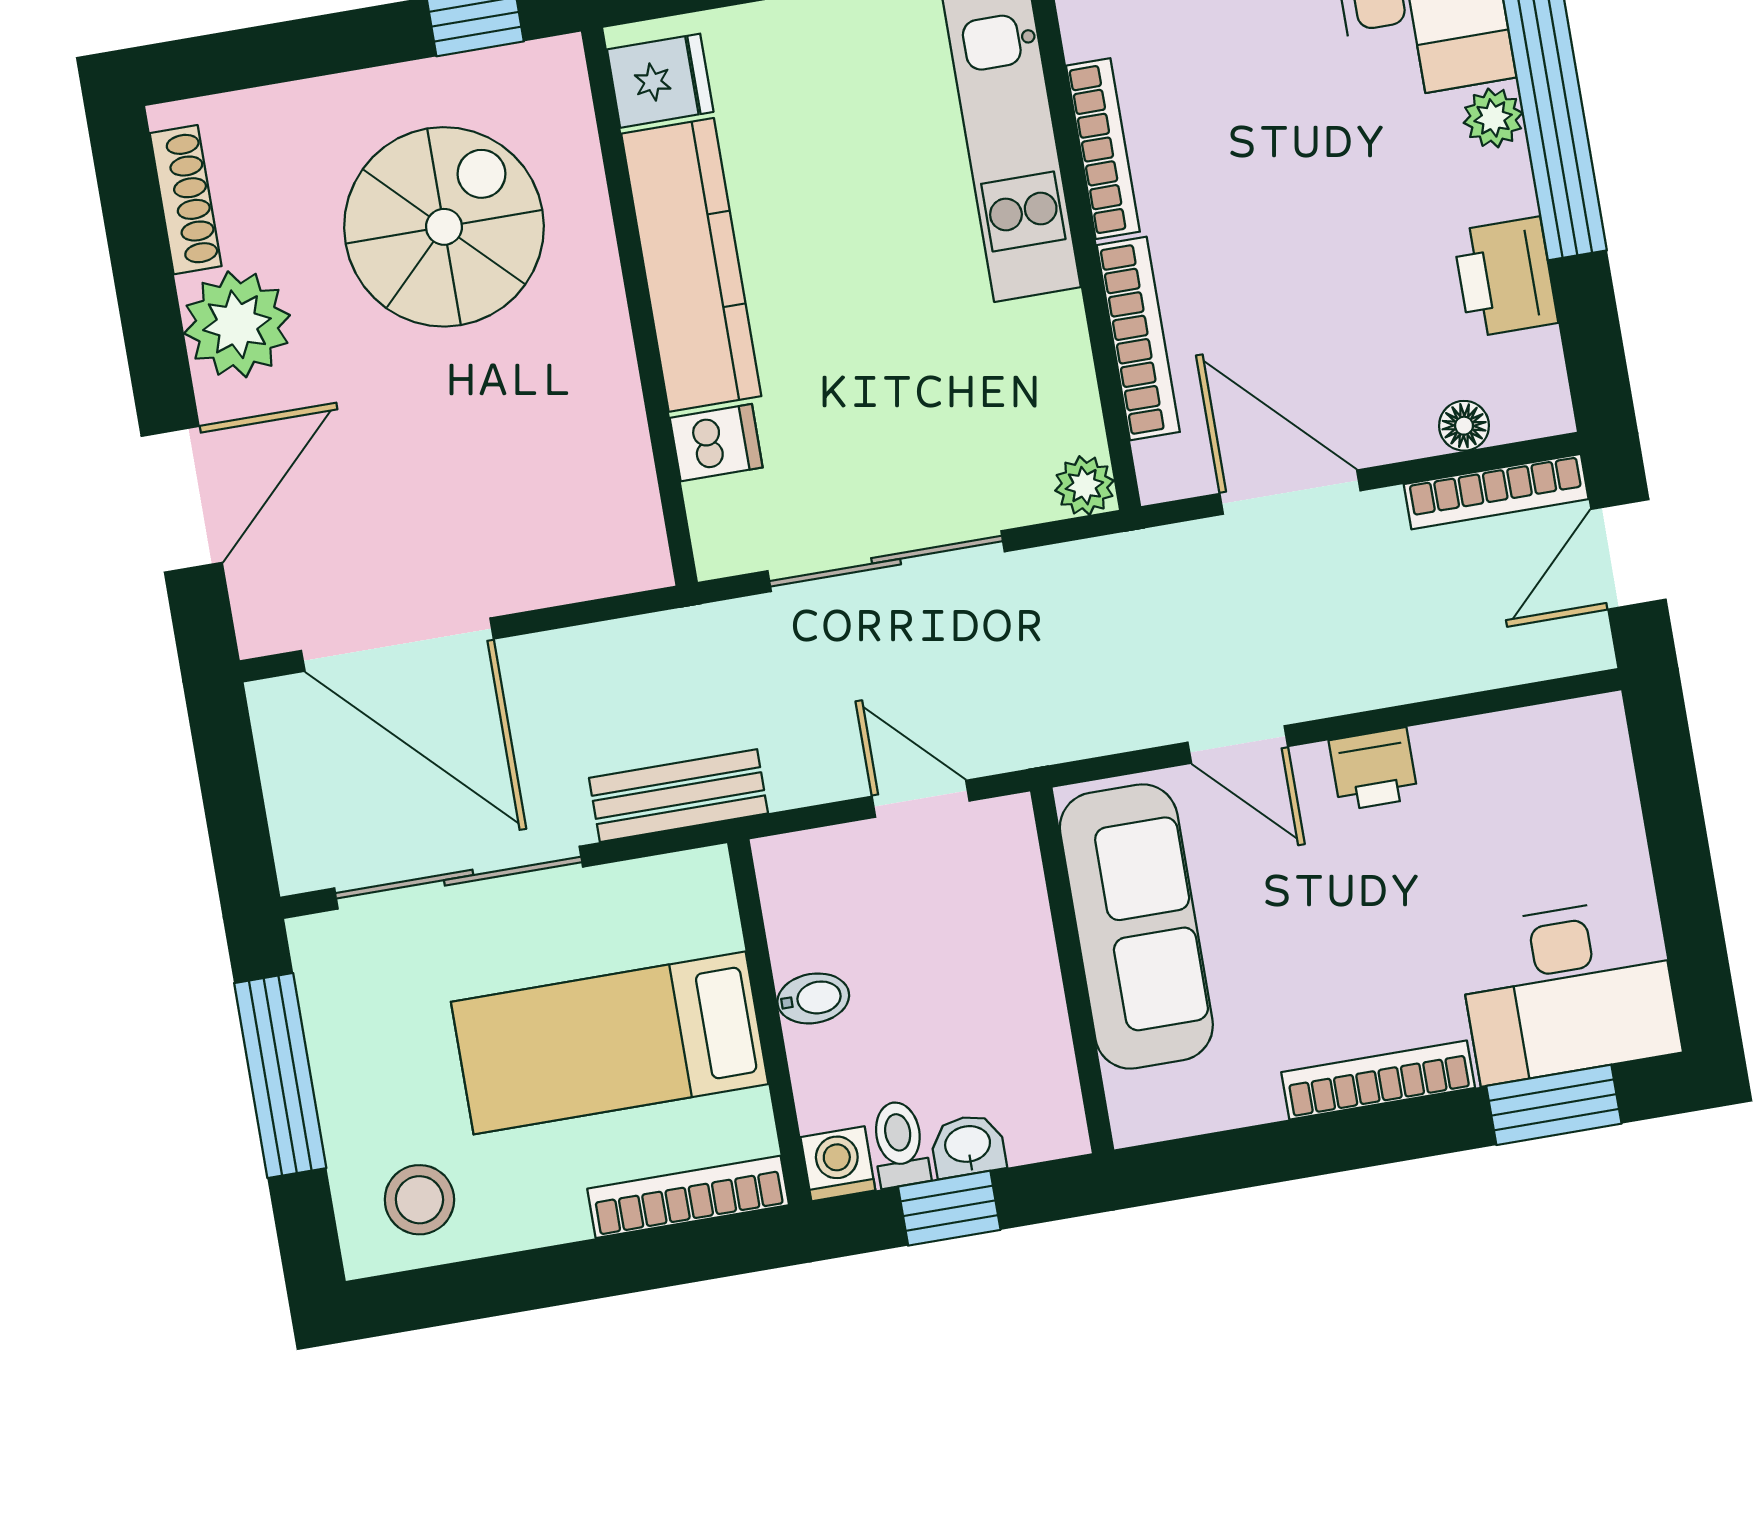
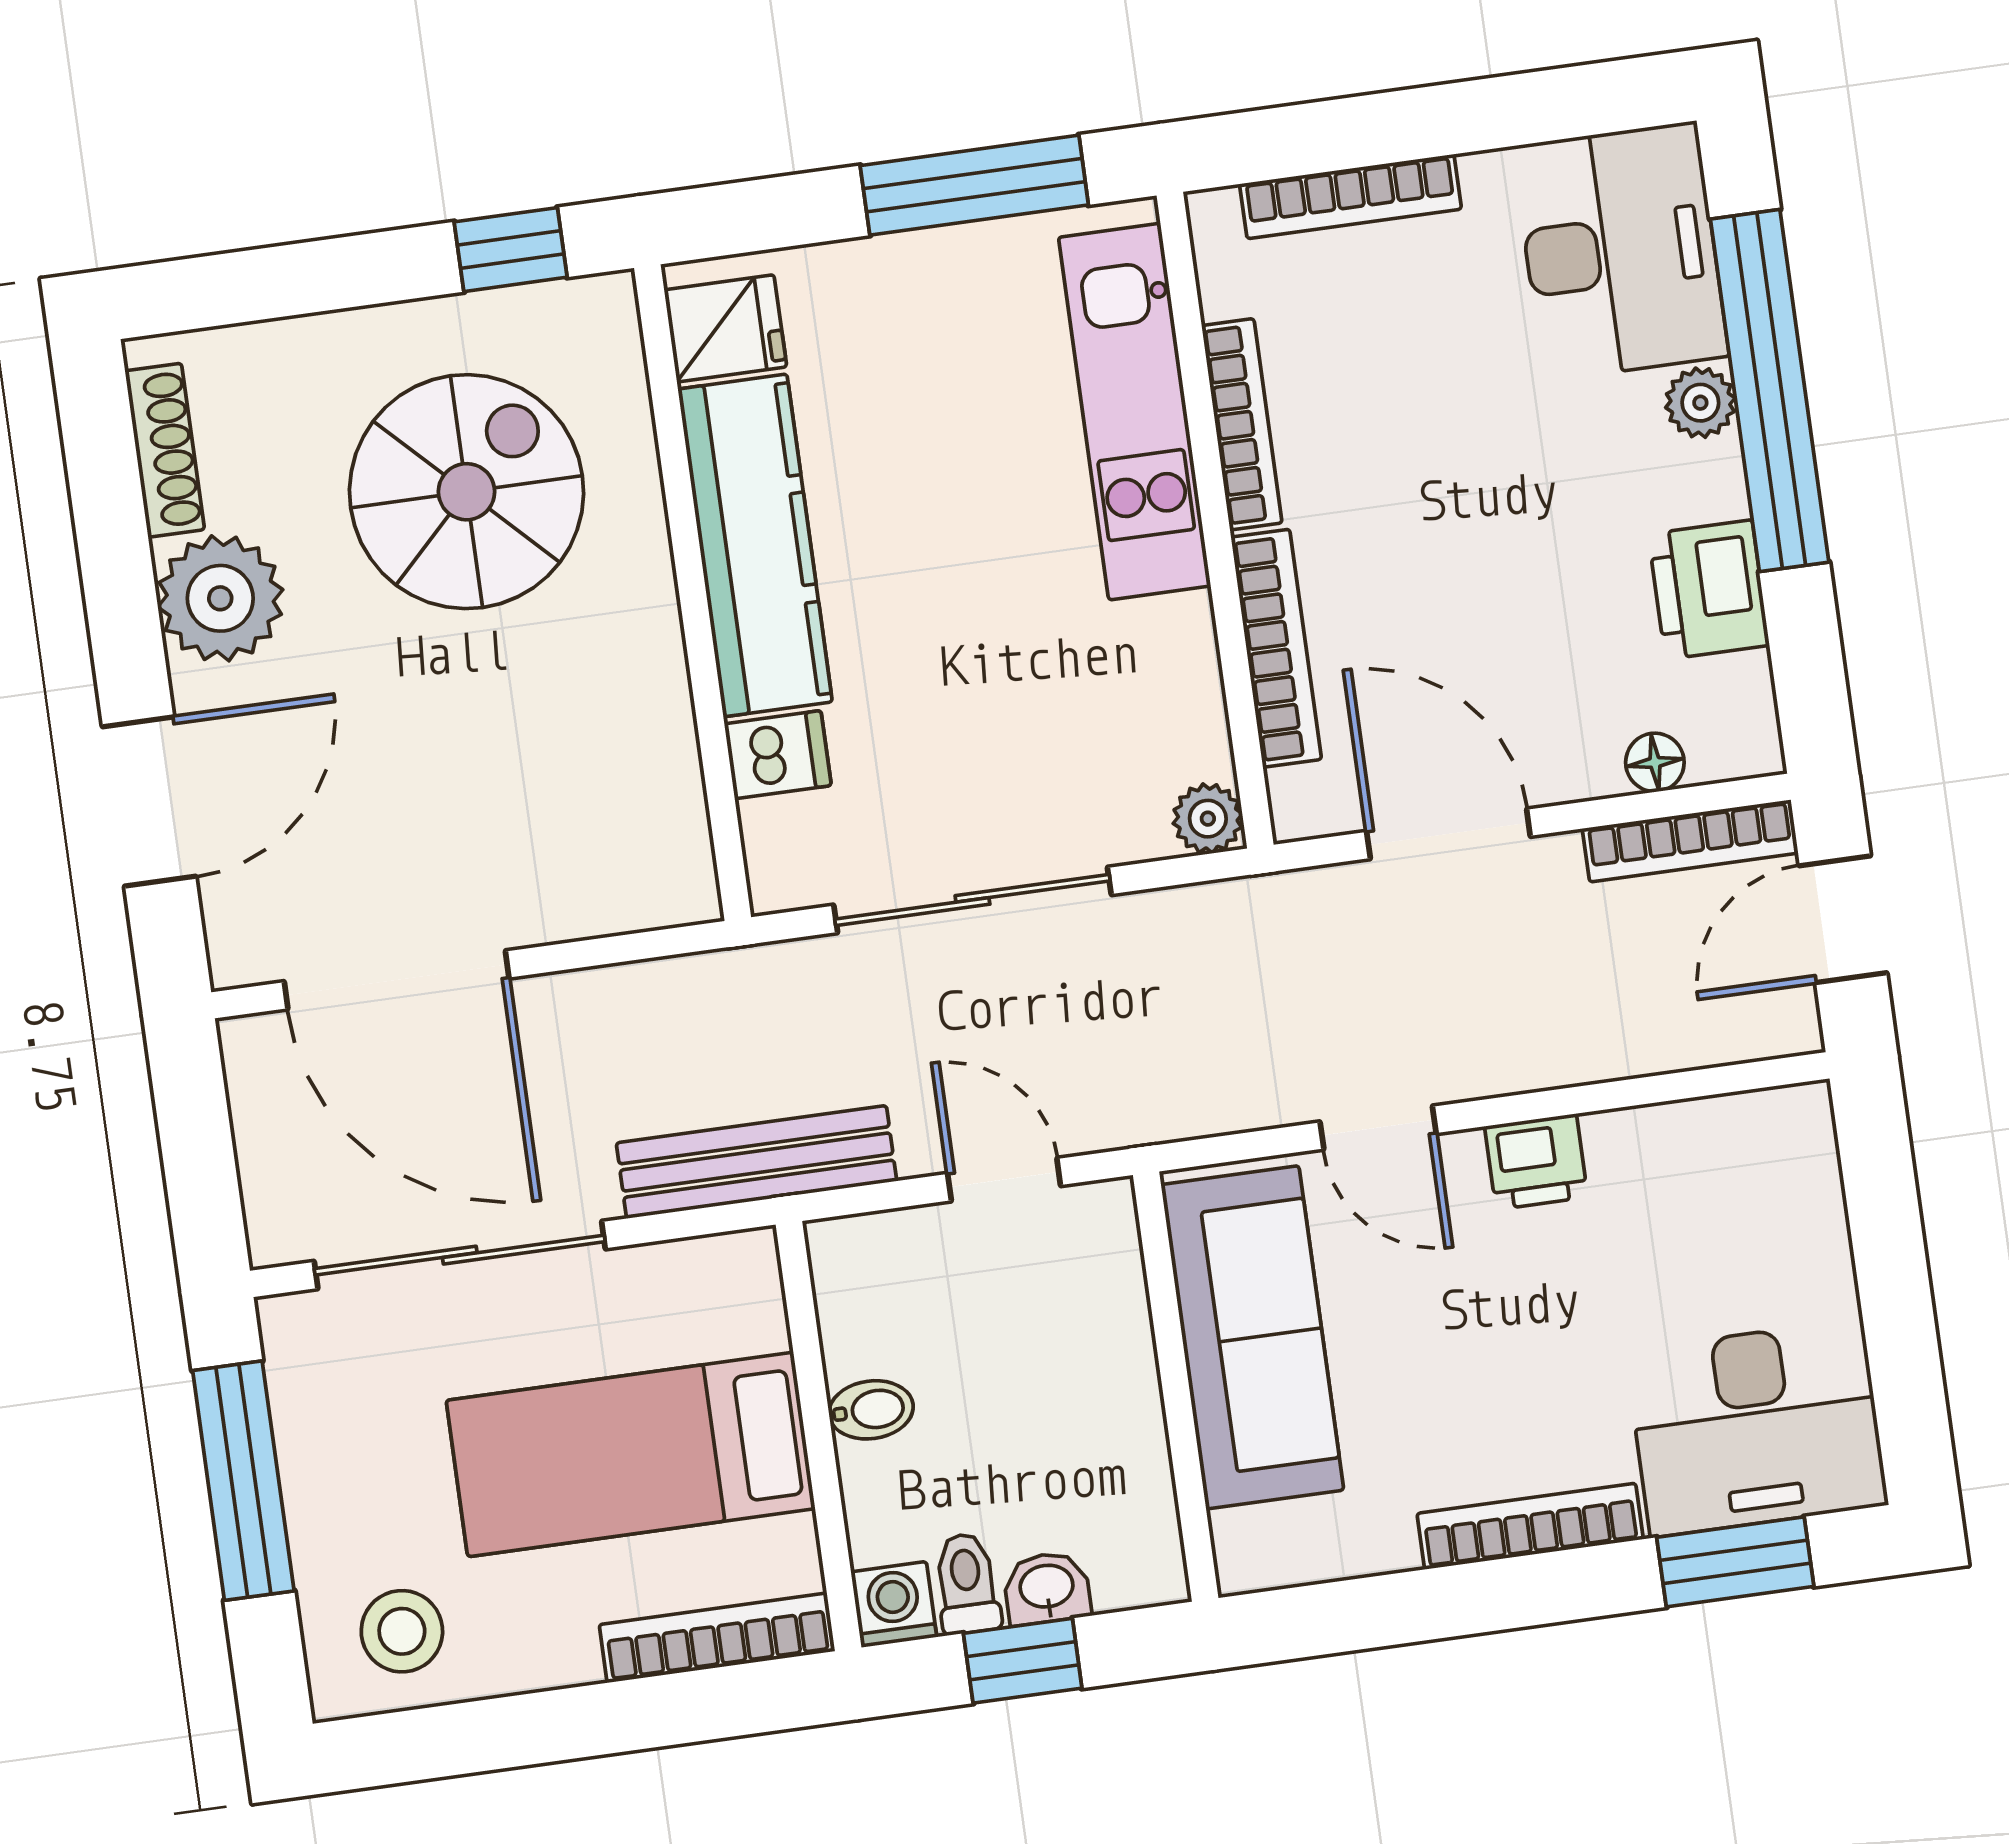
bench: (678, 796) -> (756, 1162), width x1.36

